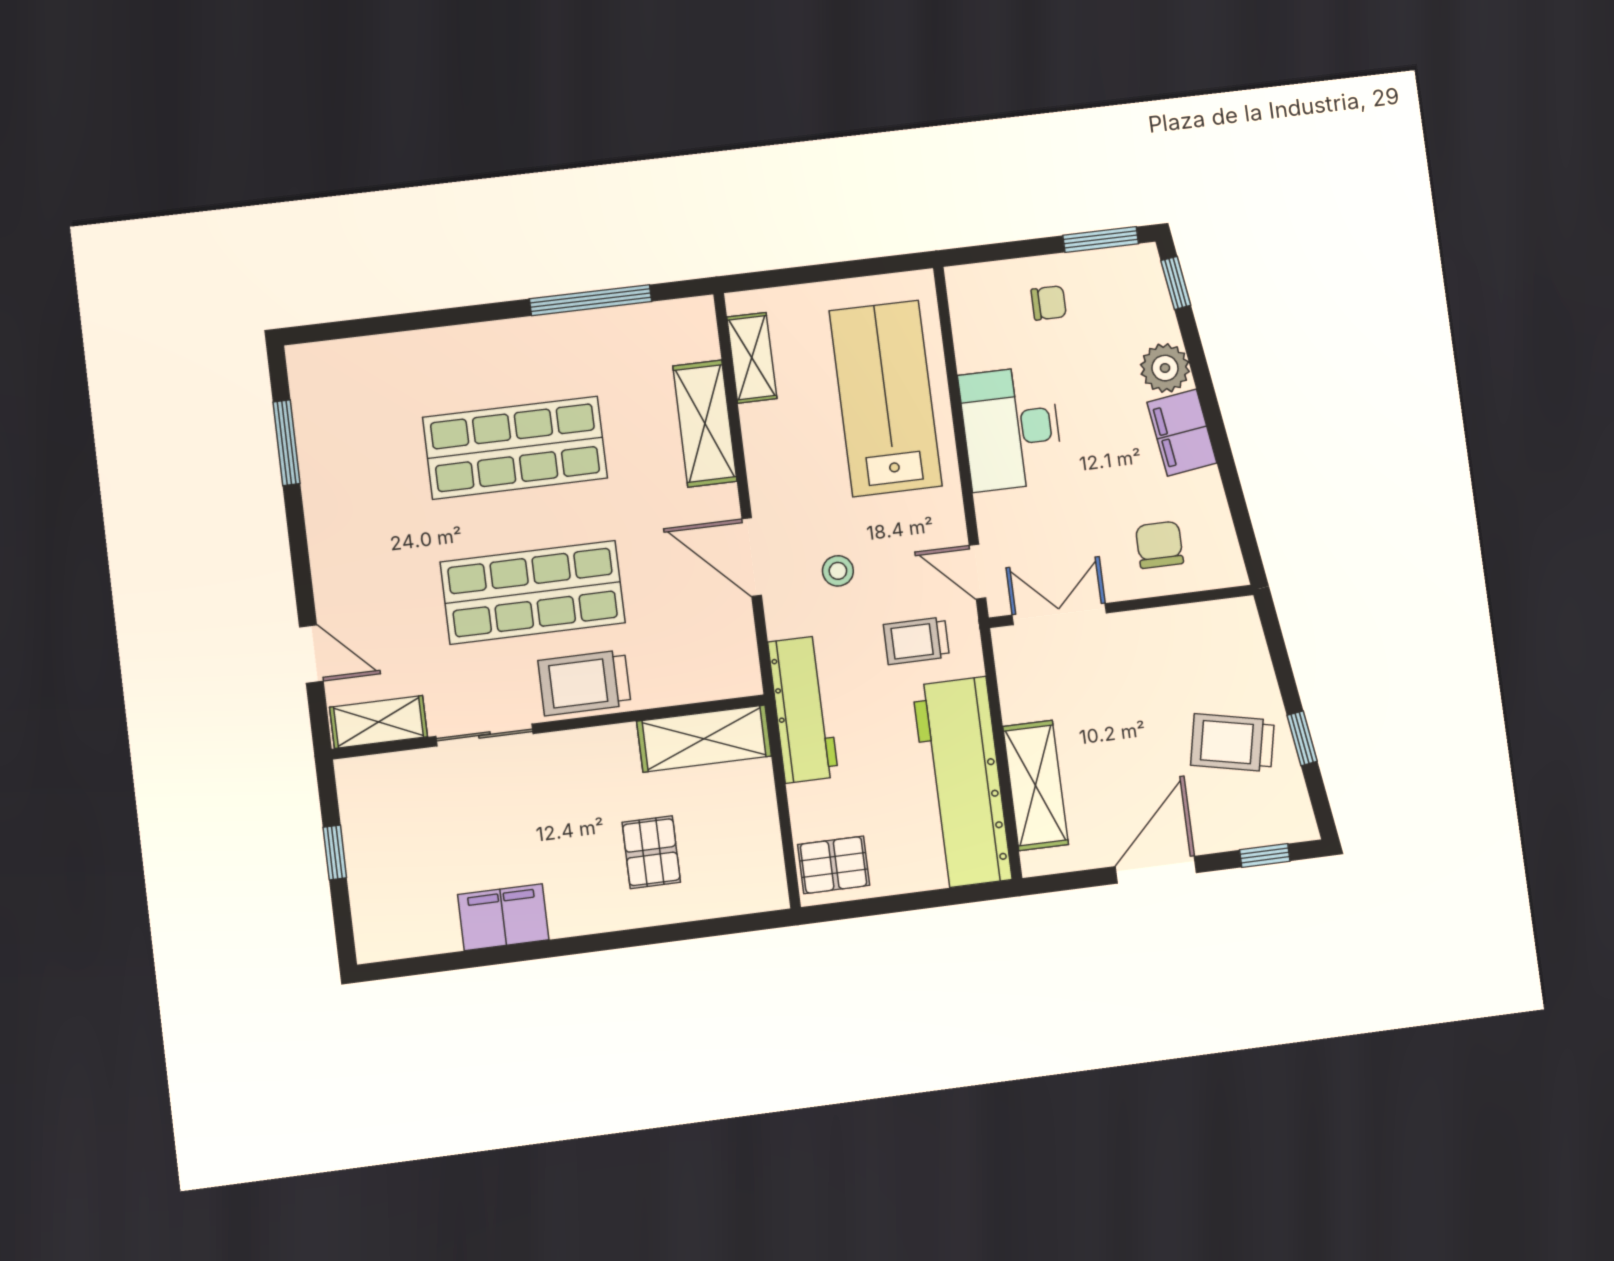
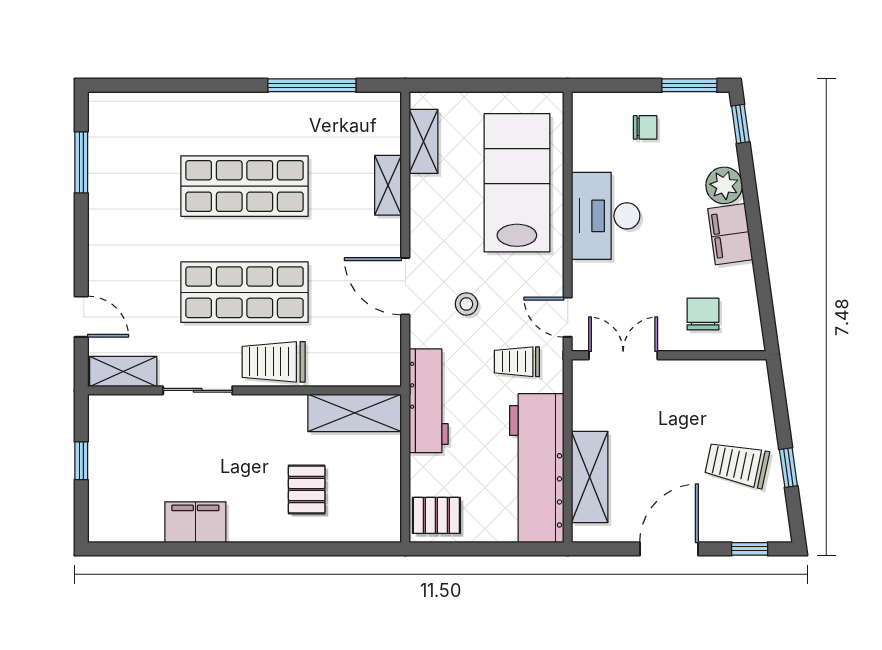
shelving: (705, 424) -> (388, 185), width x0.67, depth x0.75

